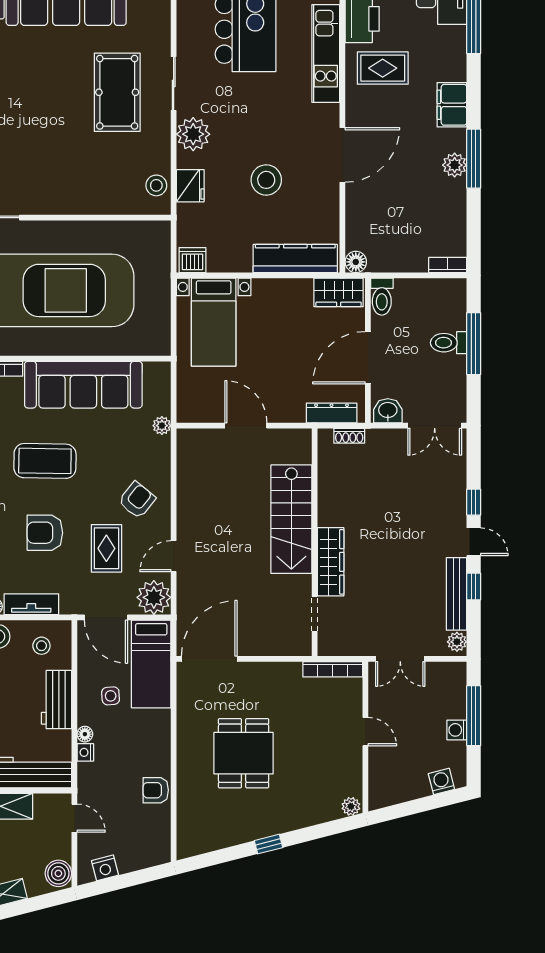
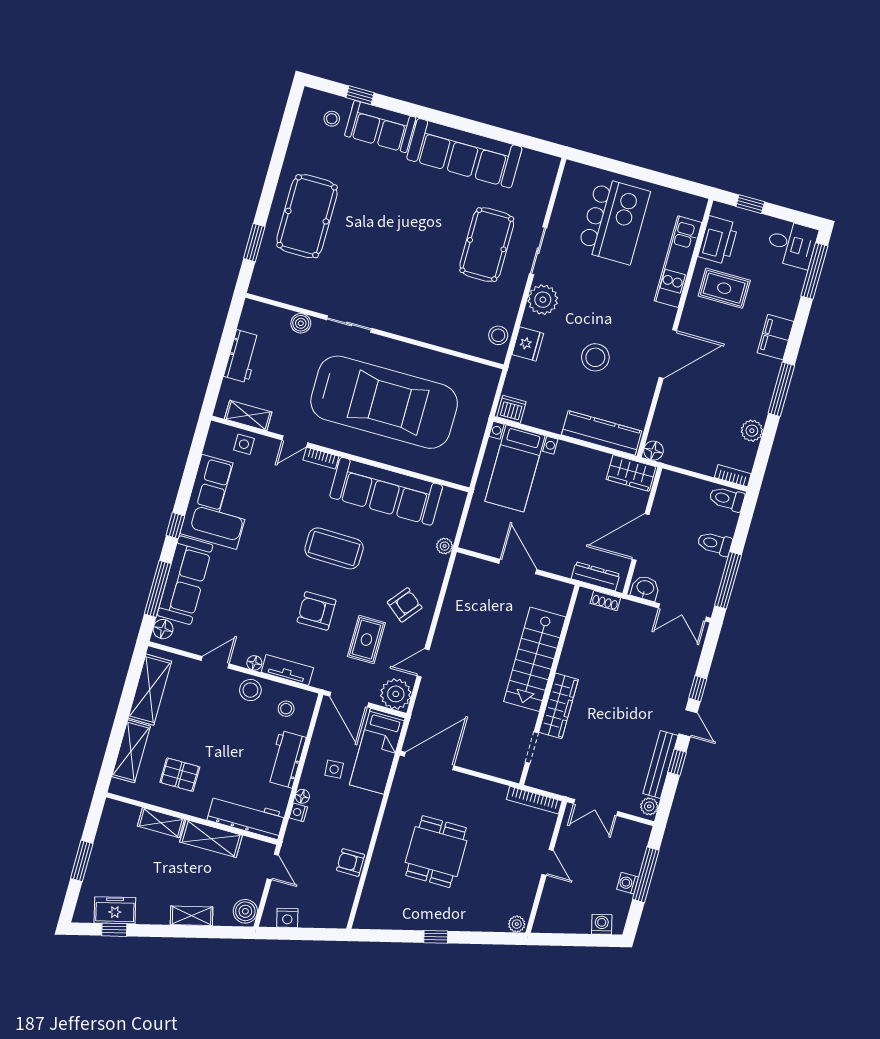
plant: (455, 165) -> (752, 431), moved
toilet: (382, 297) -> (727, 499), moved, turned 90
window: (474, 344) -> (728, 580), moved

